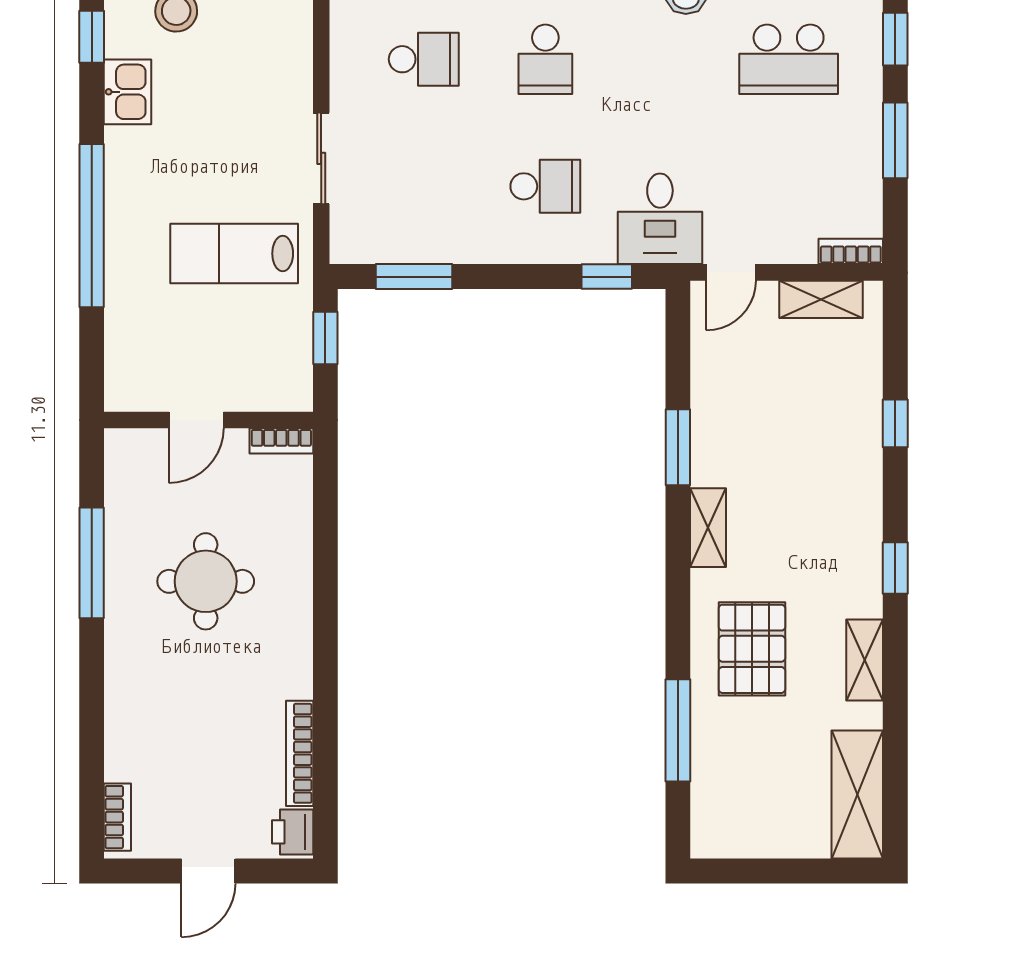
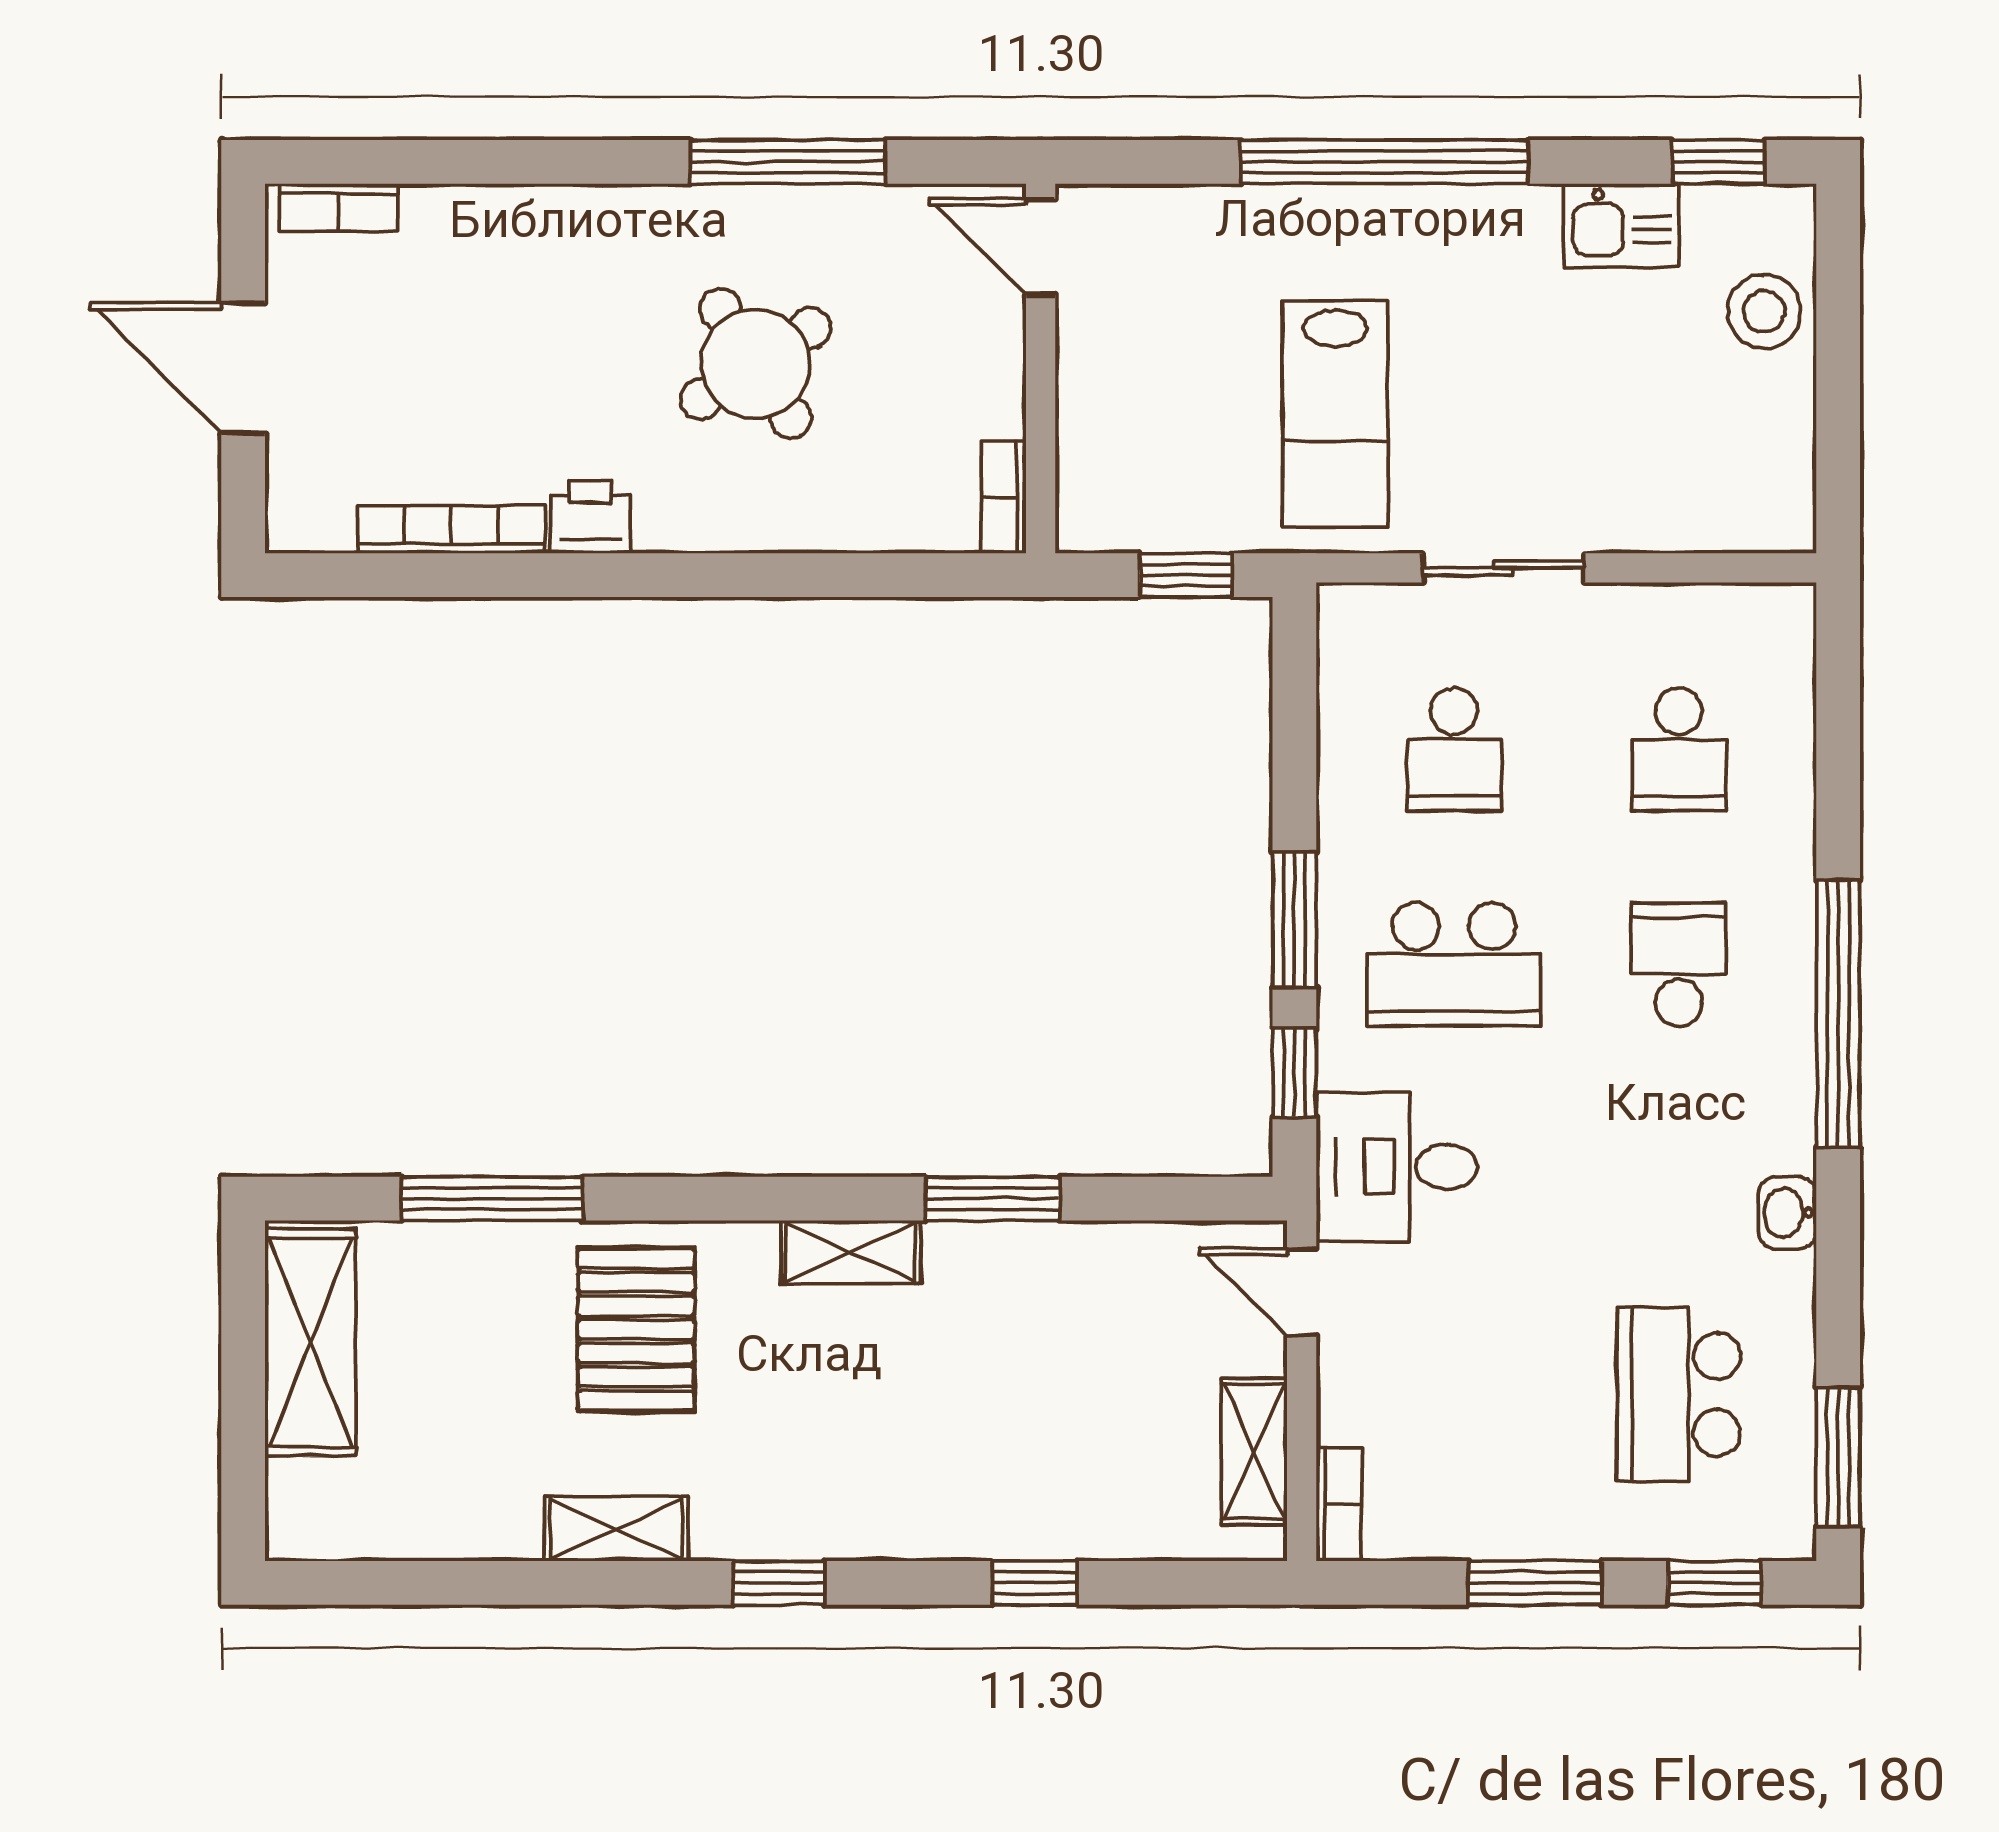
school desk: (545, 59) -> (1679, 964), turned 90
school desk: (424, 186) -> (1454, 749), added
school desk: (545, 186) -> (1454, 964), width x1.85
lab bench: (234, 254) -> (1335, 414), turned 180
window: (414, 277) -> (1294, 920), moved
door: (196, 420) -> (1041, 247), moved
round table: (206, 581) -> (756, 364), turned -33
pallet: (752, 649) -> (636, 1330), turned 90
shelving: (857, 795) -> (310, 1343), moved, turned 90
printer: (293, 832) -> (590, 517), moved
door: (208, 871) -> (243, 368), width x1.38

